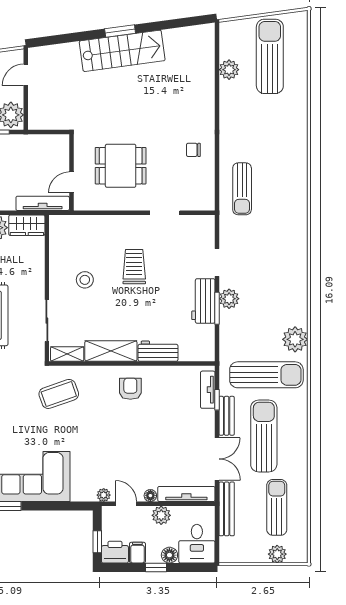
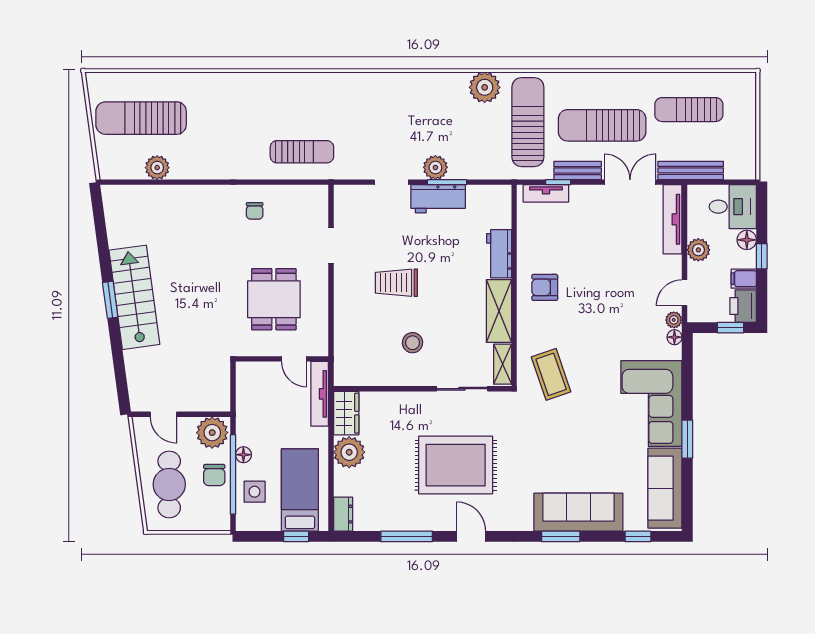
floor lamp: (150, 496) -> (674, 337), moved
plant: (277, 554) -> (745, 109), removed

